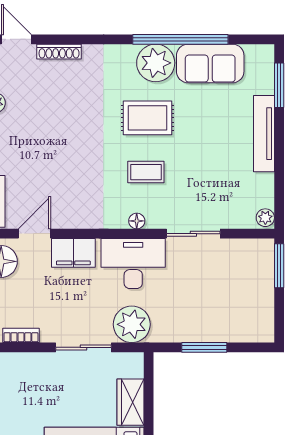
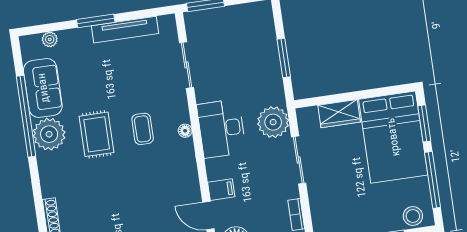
window: (279, 85) -> (96, 21), moved
tv unit: (264, 134) -> (125, 30), moved
plant: (265, 218) -> (50, 39), moved
sliding door: (193, 234) -> (186, 65), moved
filing cabinet: (73, 253) -> (221, 190), width x0.50

